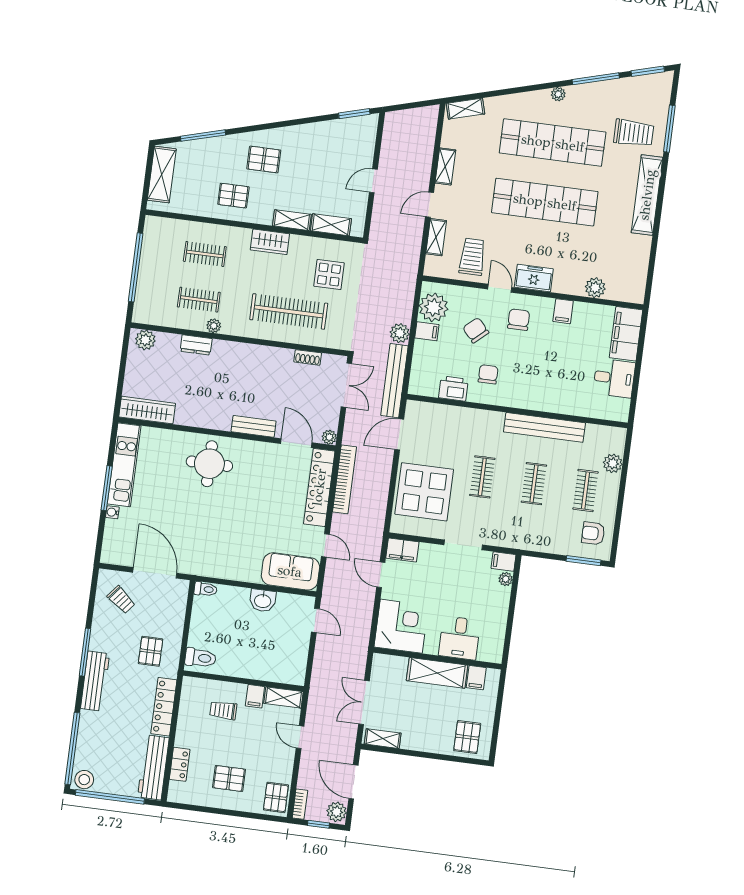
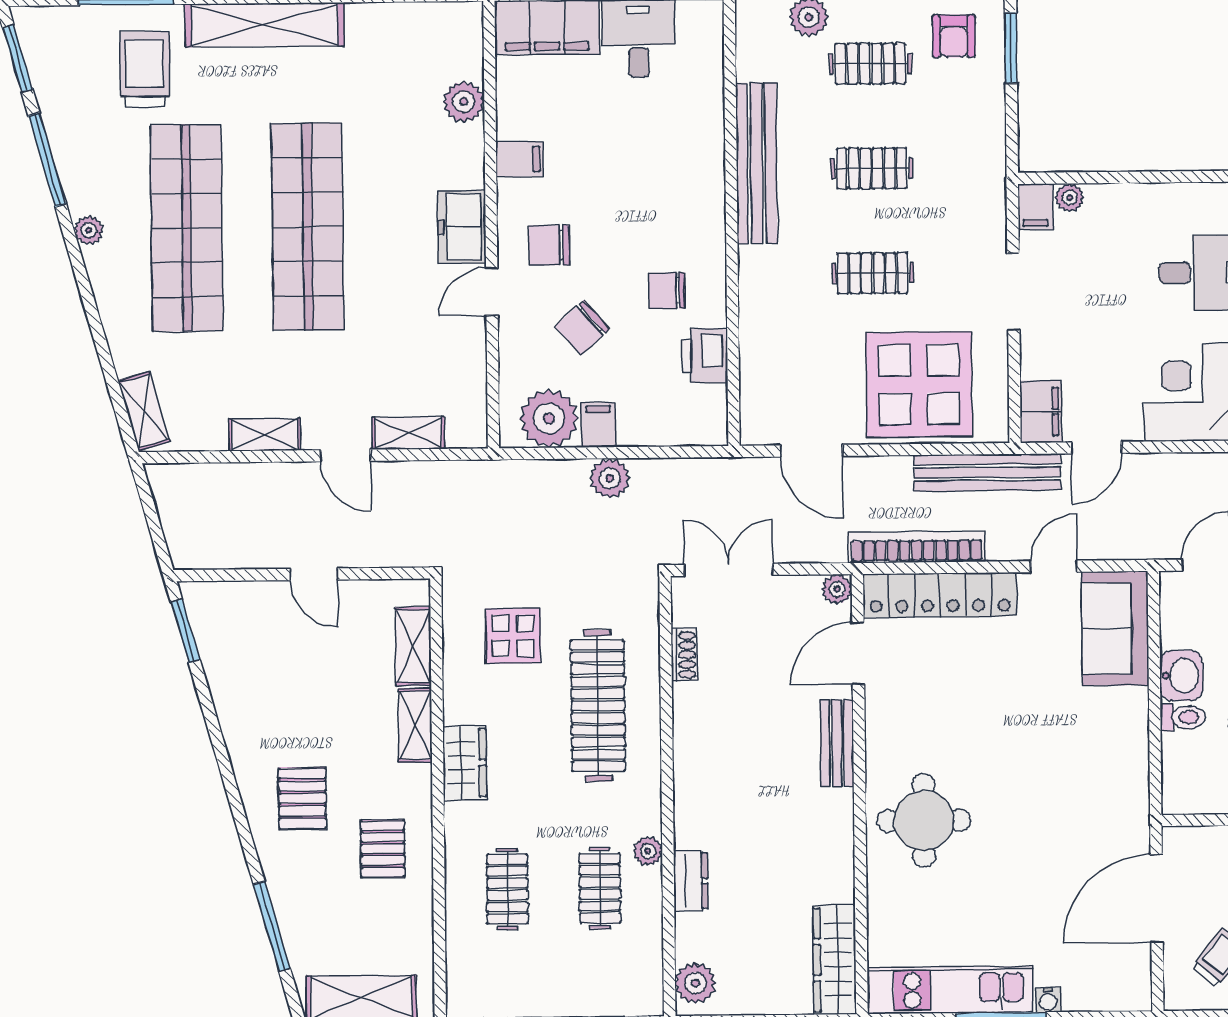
trolley: (472, 257) -> (437, 355), removed
bench: (394, 381) -> (988, 473), moved
toilet: (206, 589) -> (1183, 717), moved, turned 90

